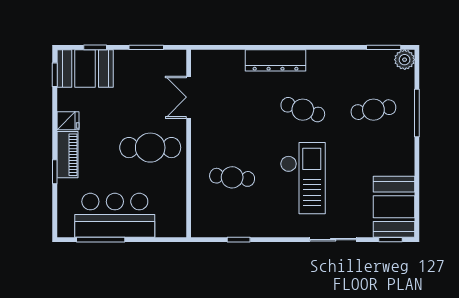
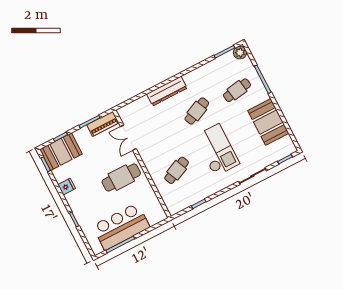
cafe table: (303, 110) -> (197, 111), turned -42
piano: (67, 155) -> (103, 124), moved, turned 90
cafe table: (232, 177) -> (177, 170), turned -30
booth: (394, 207) -> (268, 122), moved

